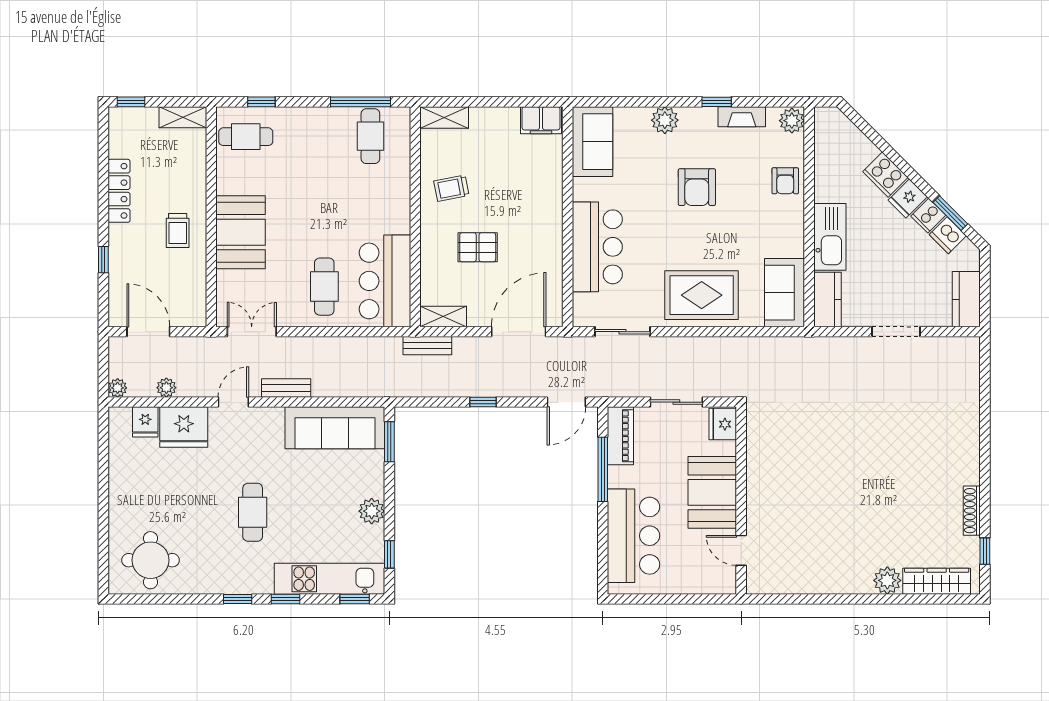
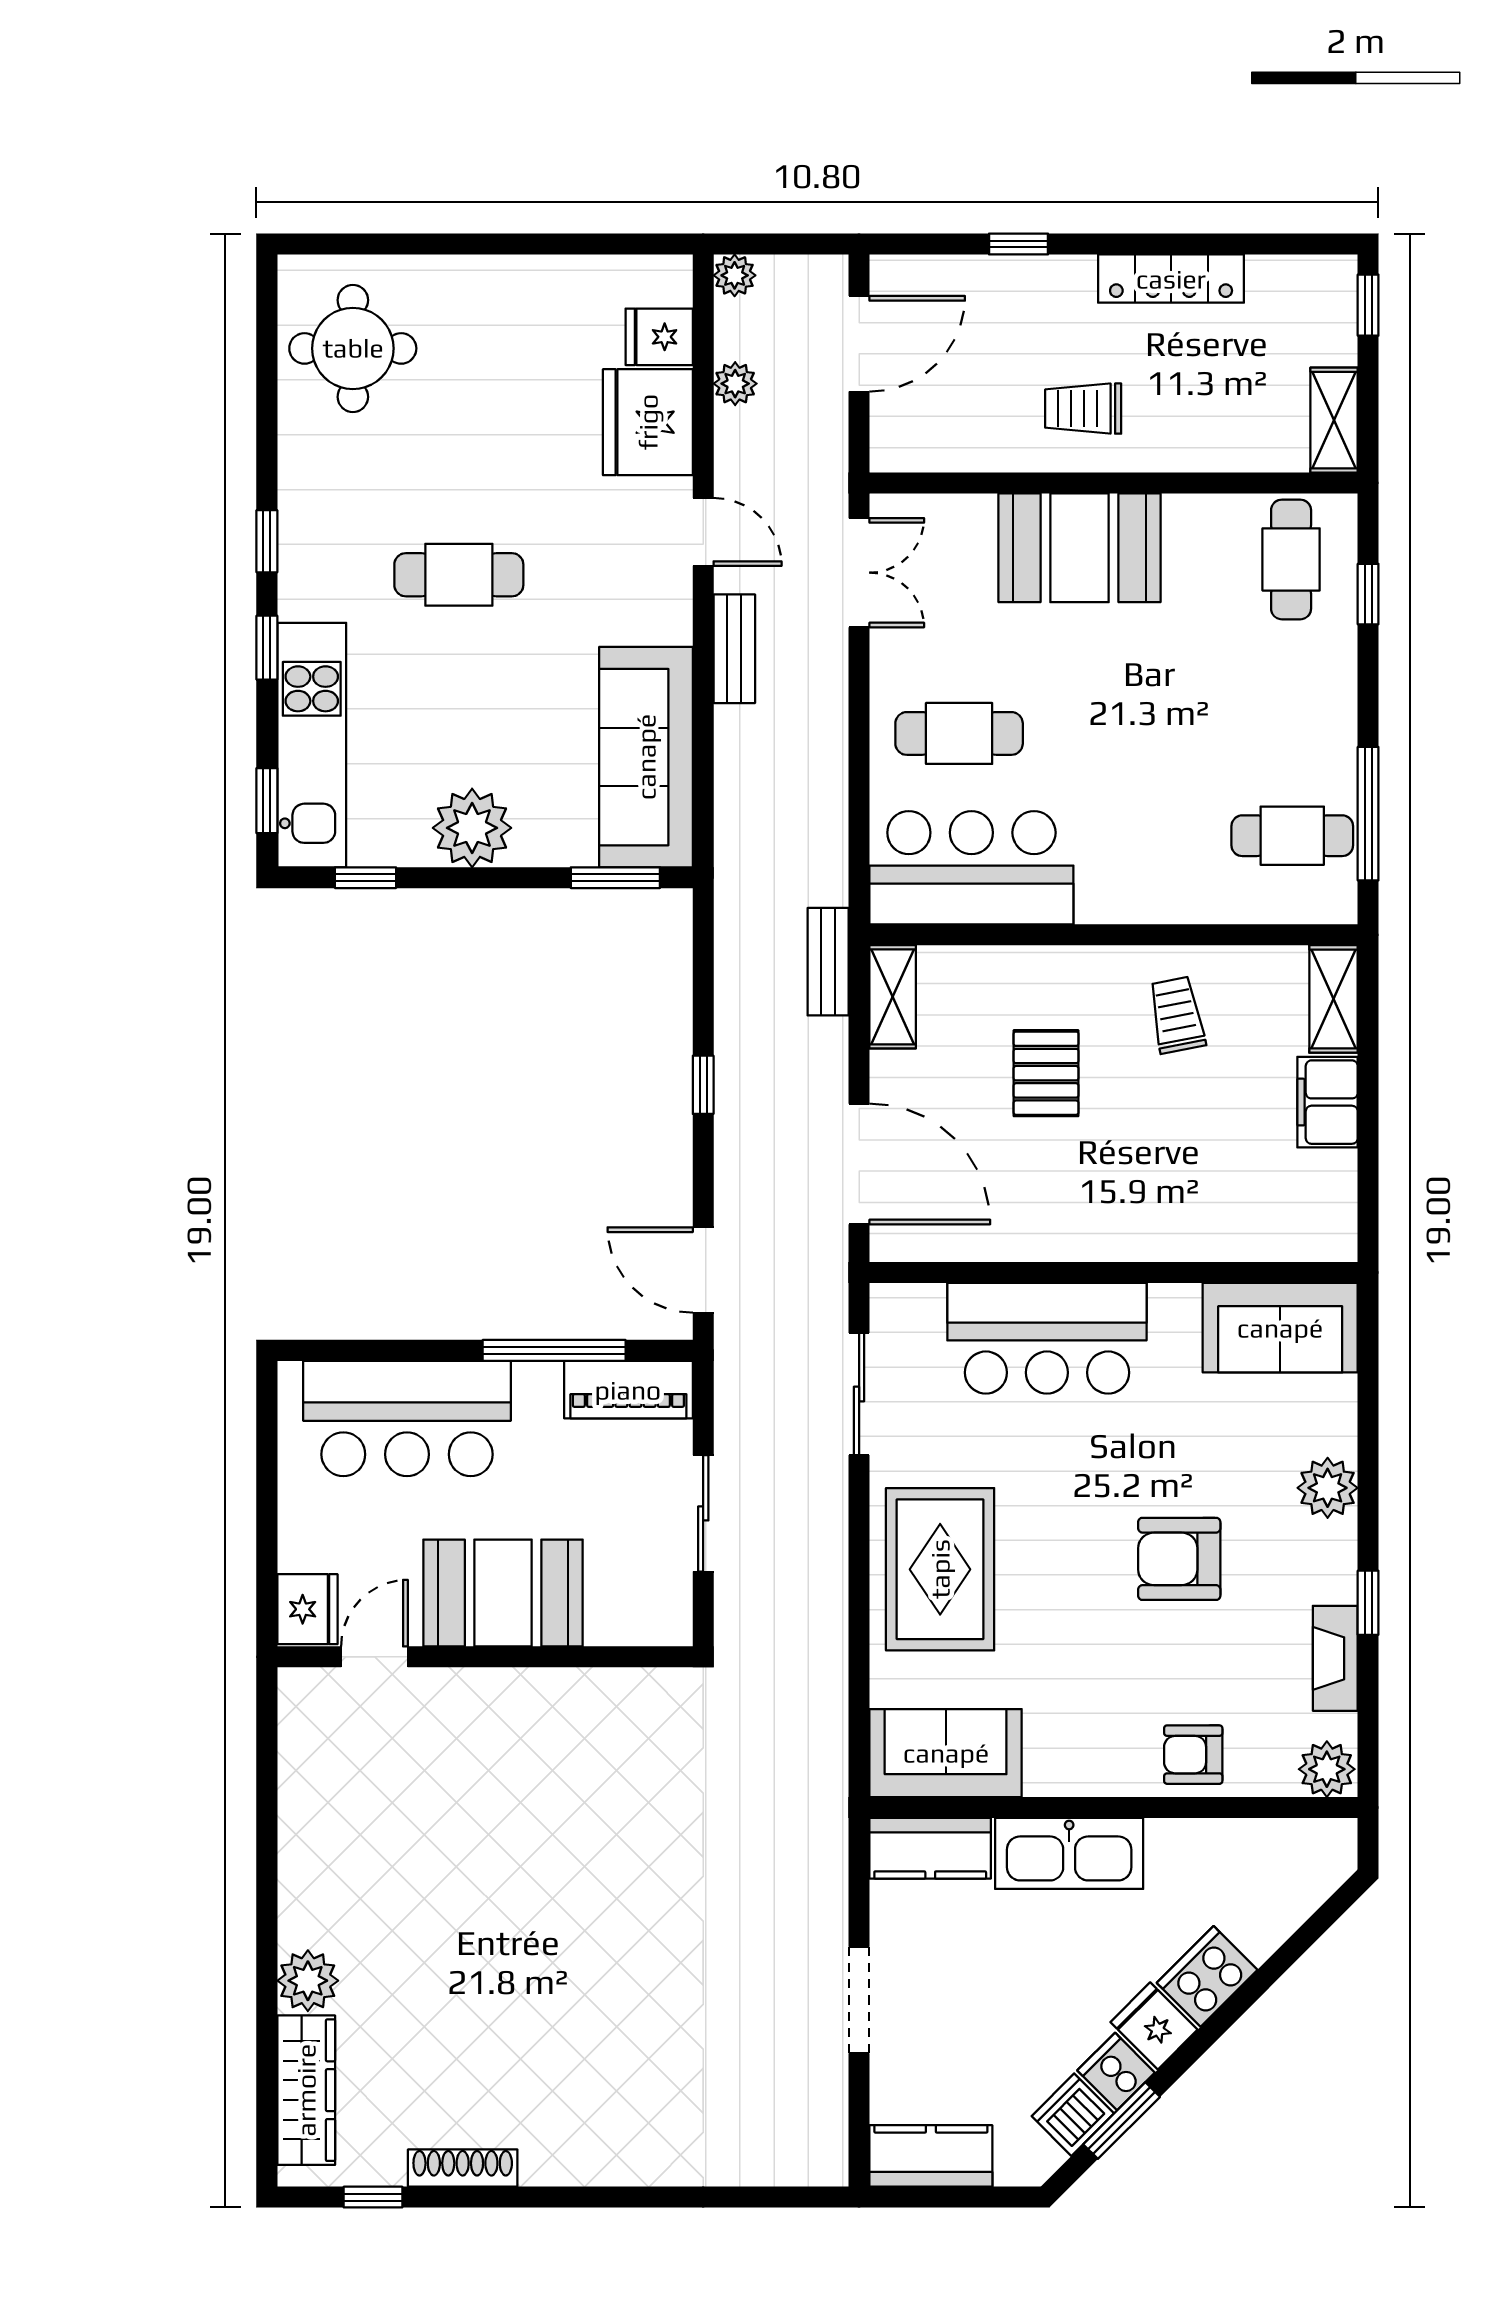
filing cabinet: (541, 120) -> (1327, 1102), moved
fridge: (723, 424) -> (307, 1609), moved, turned 90
plant: (372, 511) -> (472, 828), width x1.36, depth x1.36

